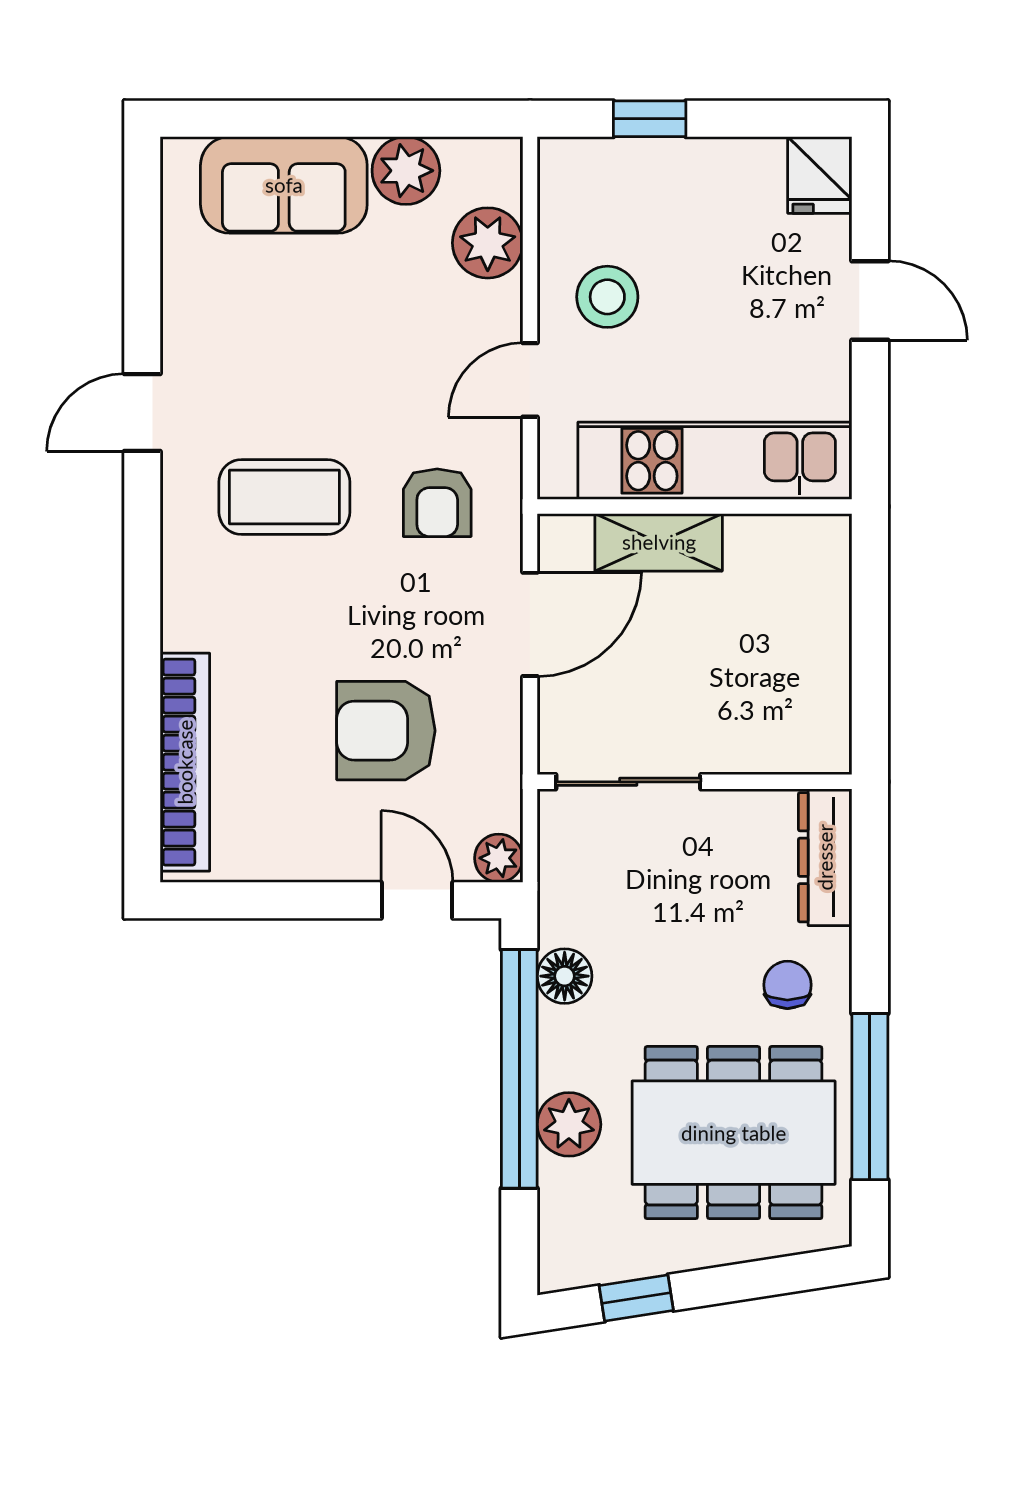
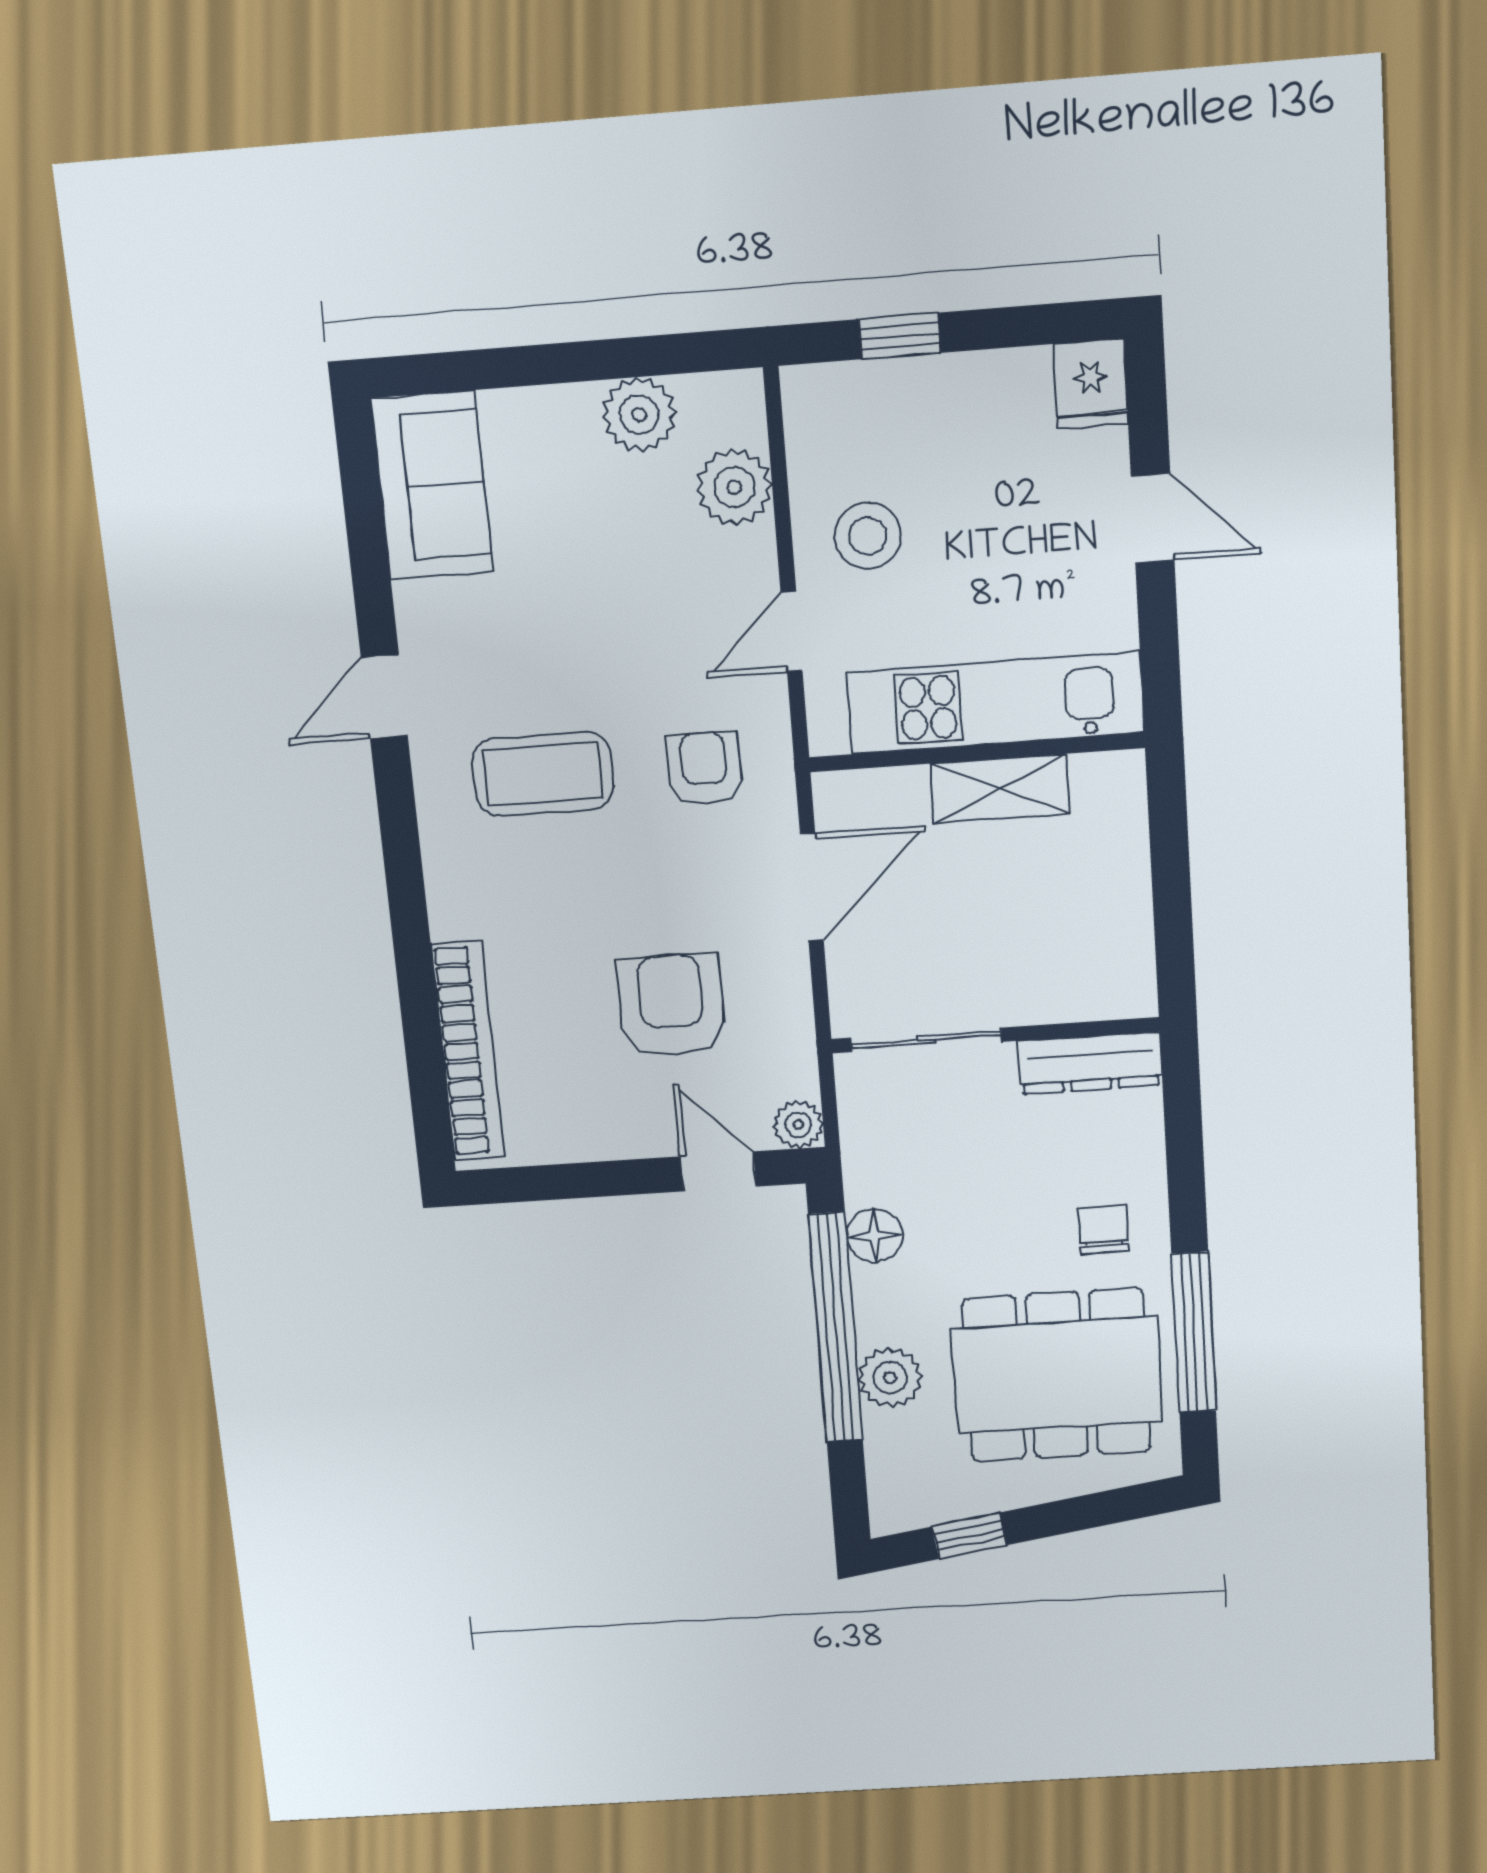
sofa: (284, 185) -> (432, 486), moved, turned -90
armchair: (437, 503) -> (704, 768), turned 180
shelving: (659, 542) -> (1000, 789), moved
armchair: (386, 731) -> (671, 1005), turned 90
dresser: (825, 857) -> (1090, 1063), moved, turned -90

